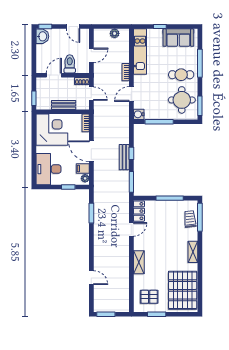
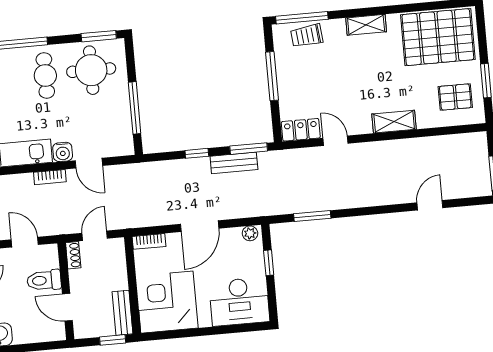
bench: (64, 105) -> (122, 313), moved
water cooler: (139, 114) -> (63, 152), moved
bench: (124, 157) -> (234, 163), moved
filing cabinet: (83, 168) -> (232, 239), removed
pallet: (149, 297) -> (455, 97), turned 90

